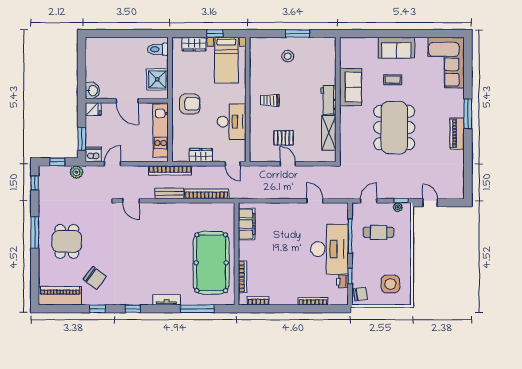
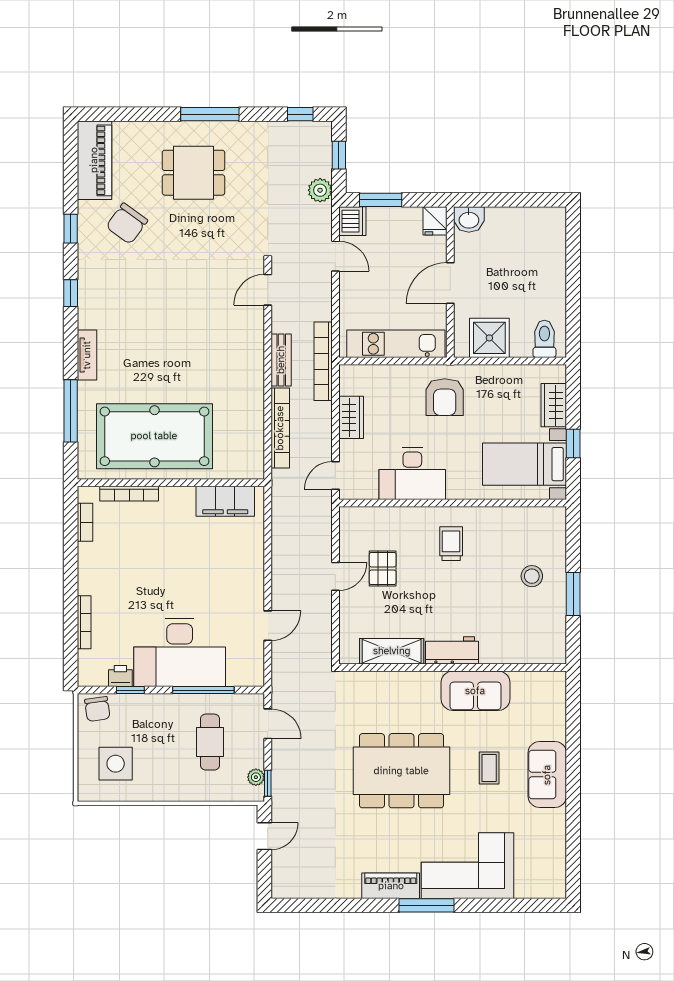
corner sofa: (446, 63) -> (468, 866), moved

